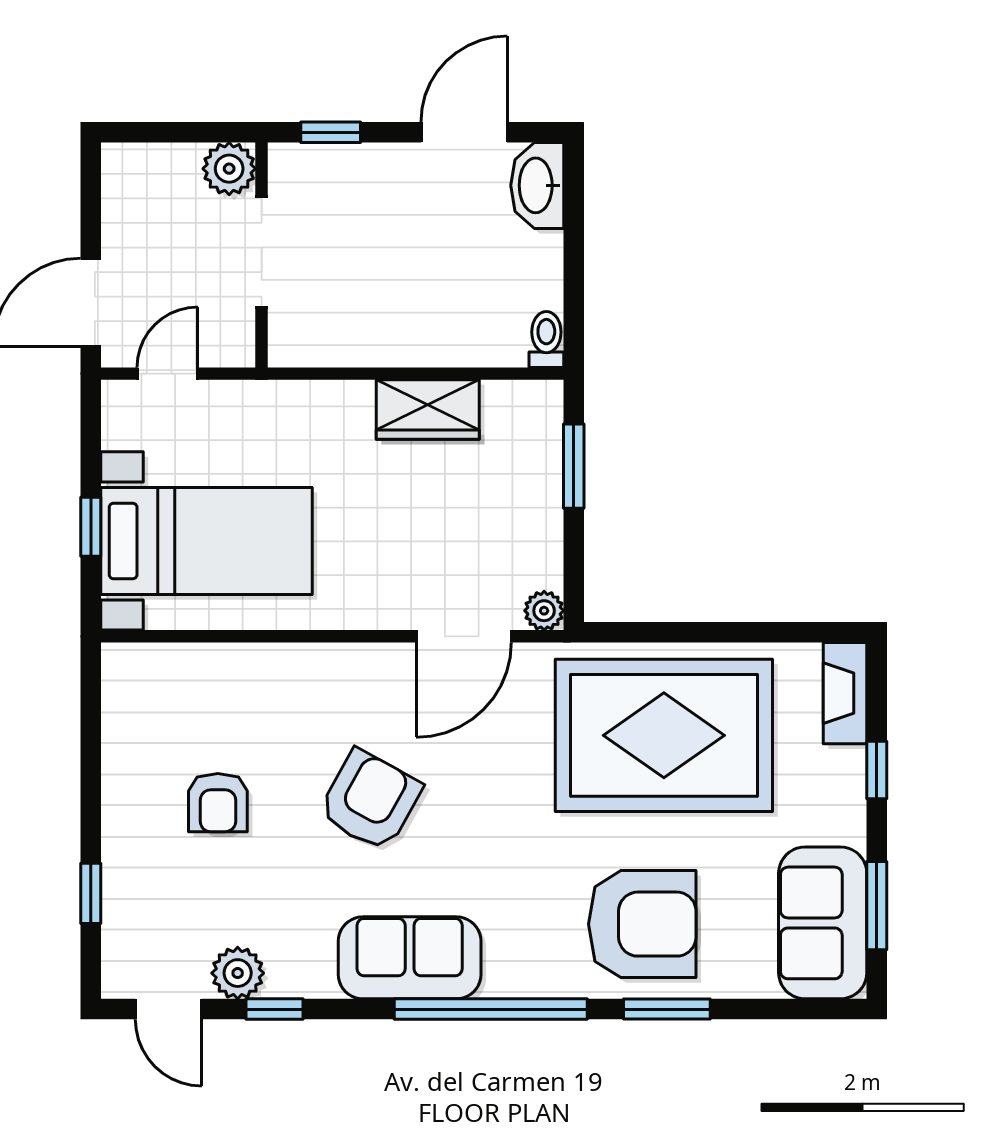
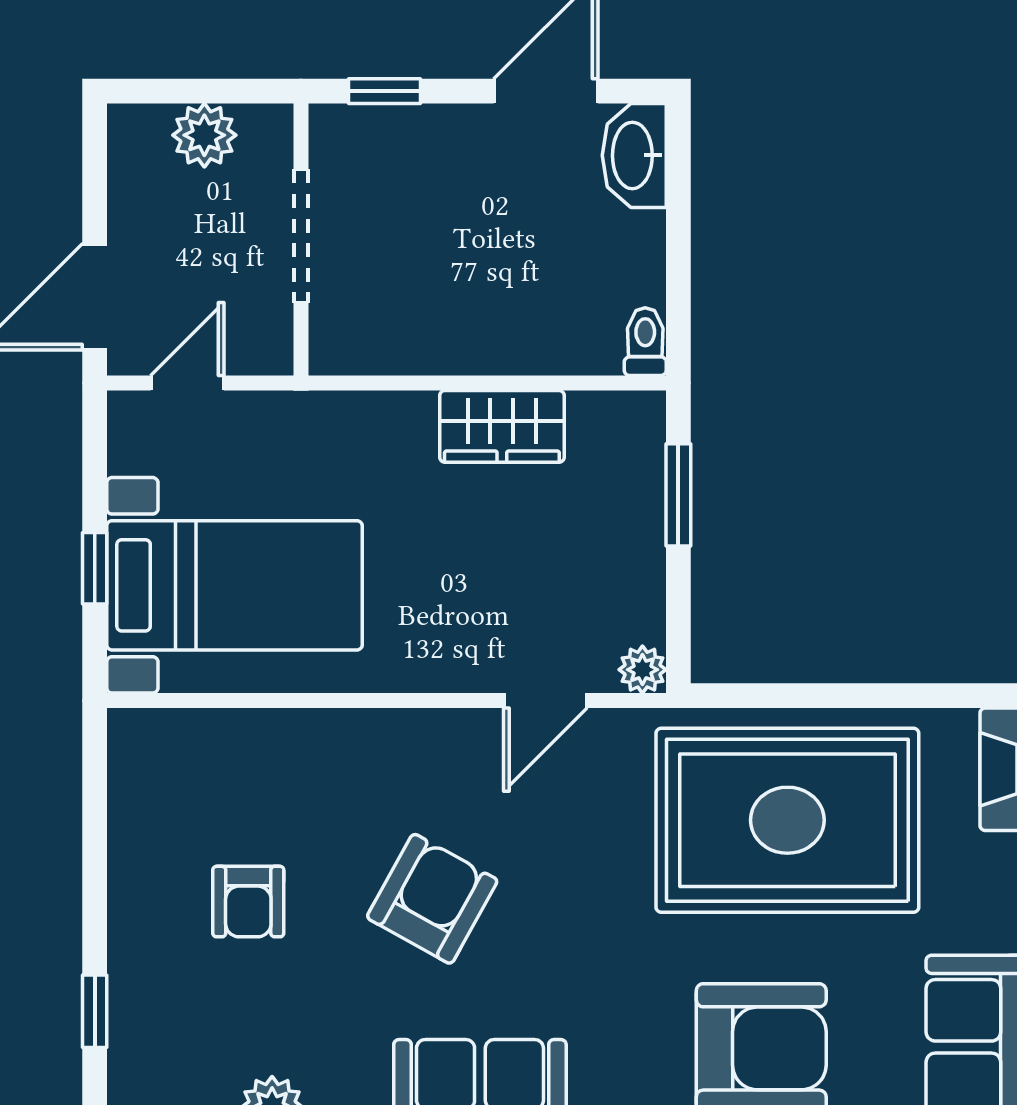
plant: (229, 169) -> (204, 135), moved
door: (464, 636) -> (545, 701), width x0.73

